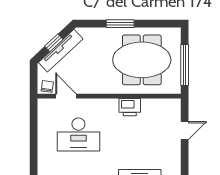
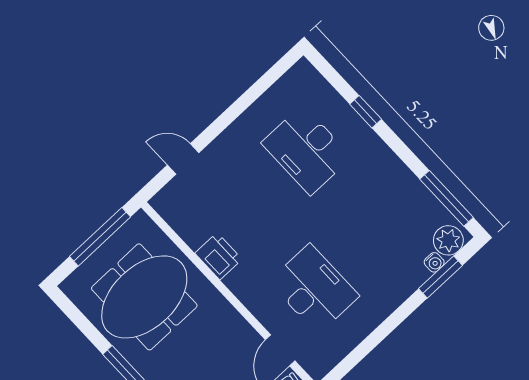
meeting table: (142, 60) -> (144, 297), turned 90

